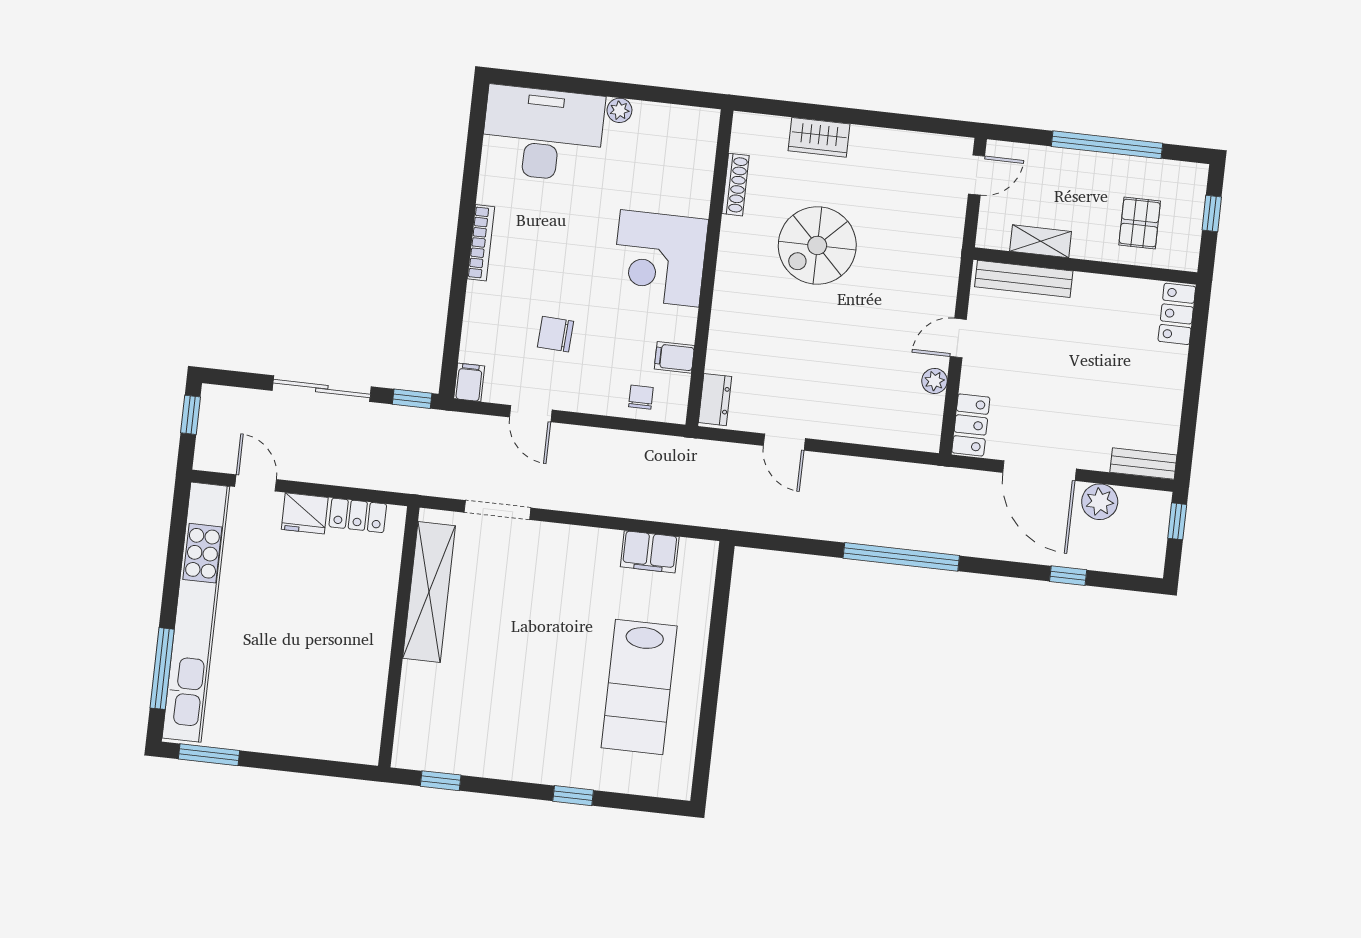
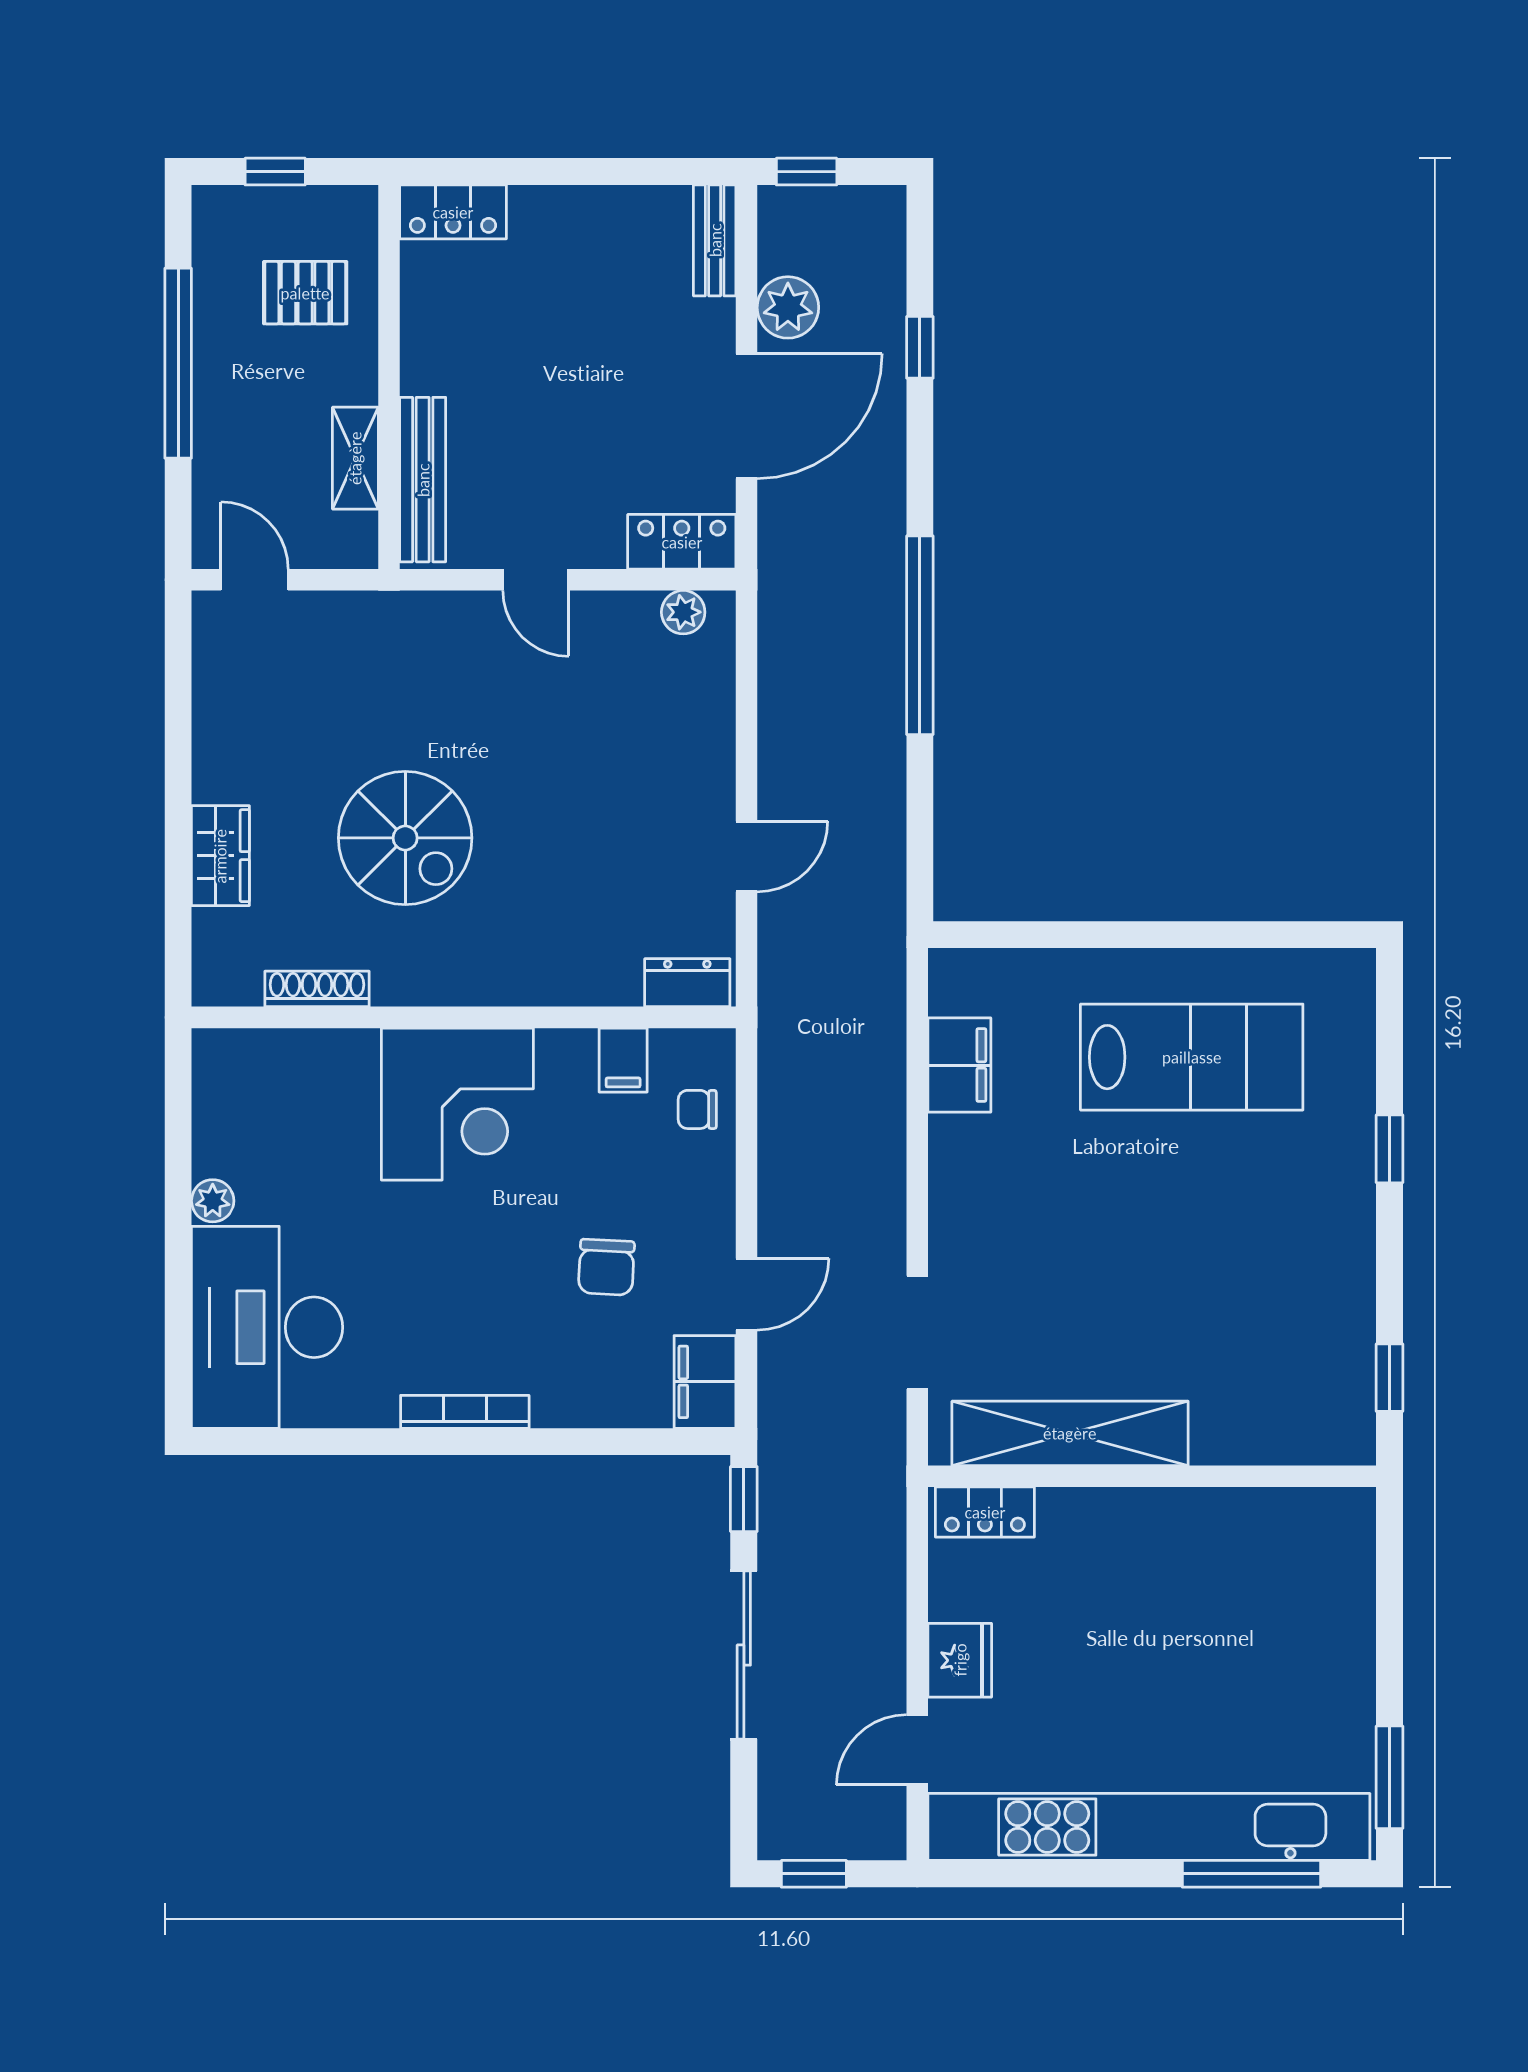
plant: (934, 381) -> (683, 612), moved
filing cabinet: (469, 382) -> (705, 1382), width x2.00
locker: (358, 515) -> (985, 1512), moved, turned 90

